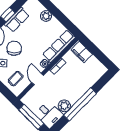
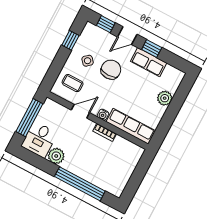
chair: (14, 48) -> (111, 70), turned -47
filing cabinet: (82, 52) -> (132, 158), removed
window: (80, 104) -> (80, 184), moved

